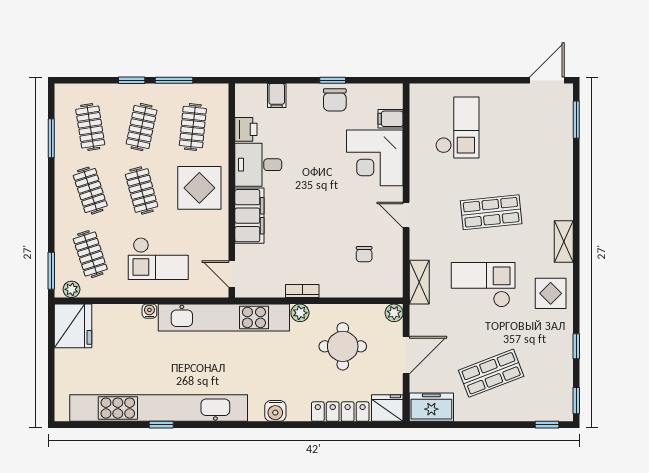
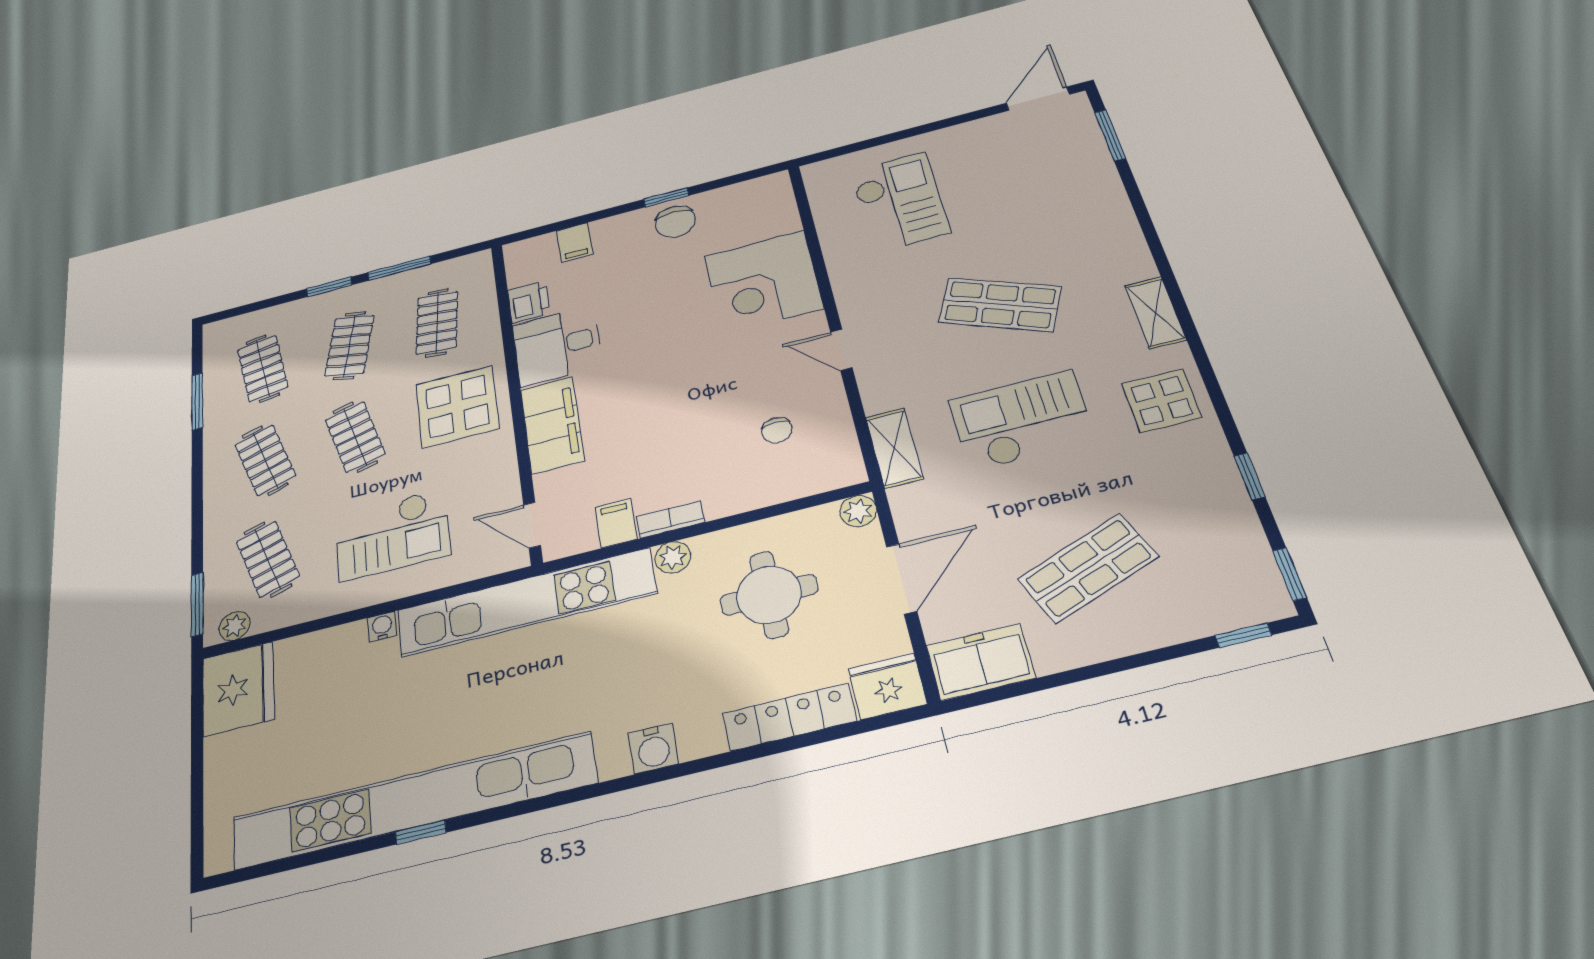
filing cabinet: (391, 119) -> (616, 523), moved, turned 90
shop shelf: (491, 212) -> (1000, 305), turned 30

